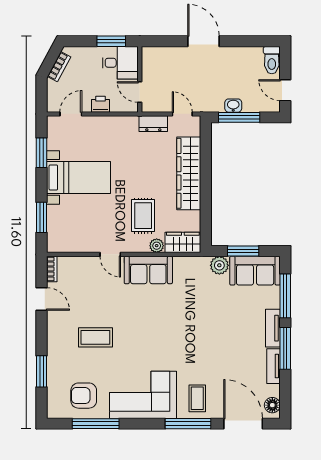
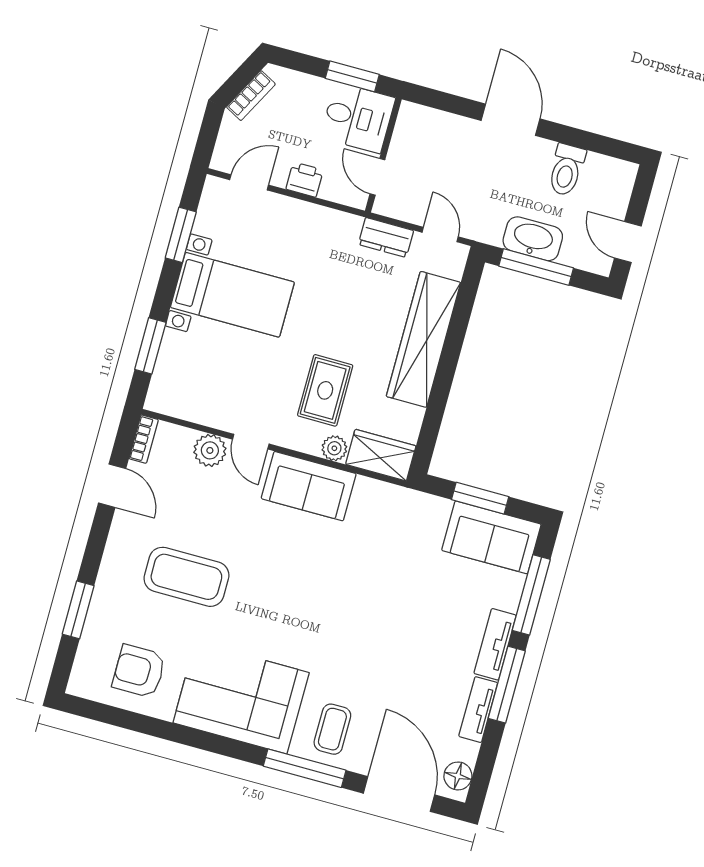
toilet: (272, 60) -> (566, 170), moved
washbasin: (233, 106) -> (533, 239), width x1.91, depth x1.45
plant: (219, 265) -> (210, 450), moved
coffee table: (95, 337) -> (186, 577), width x1.36, depth x1.32
window: (96, 424) -> (146, 725), removed

